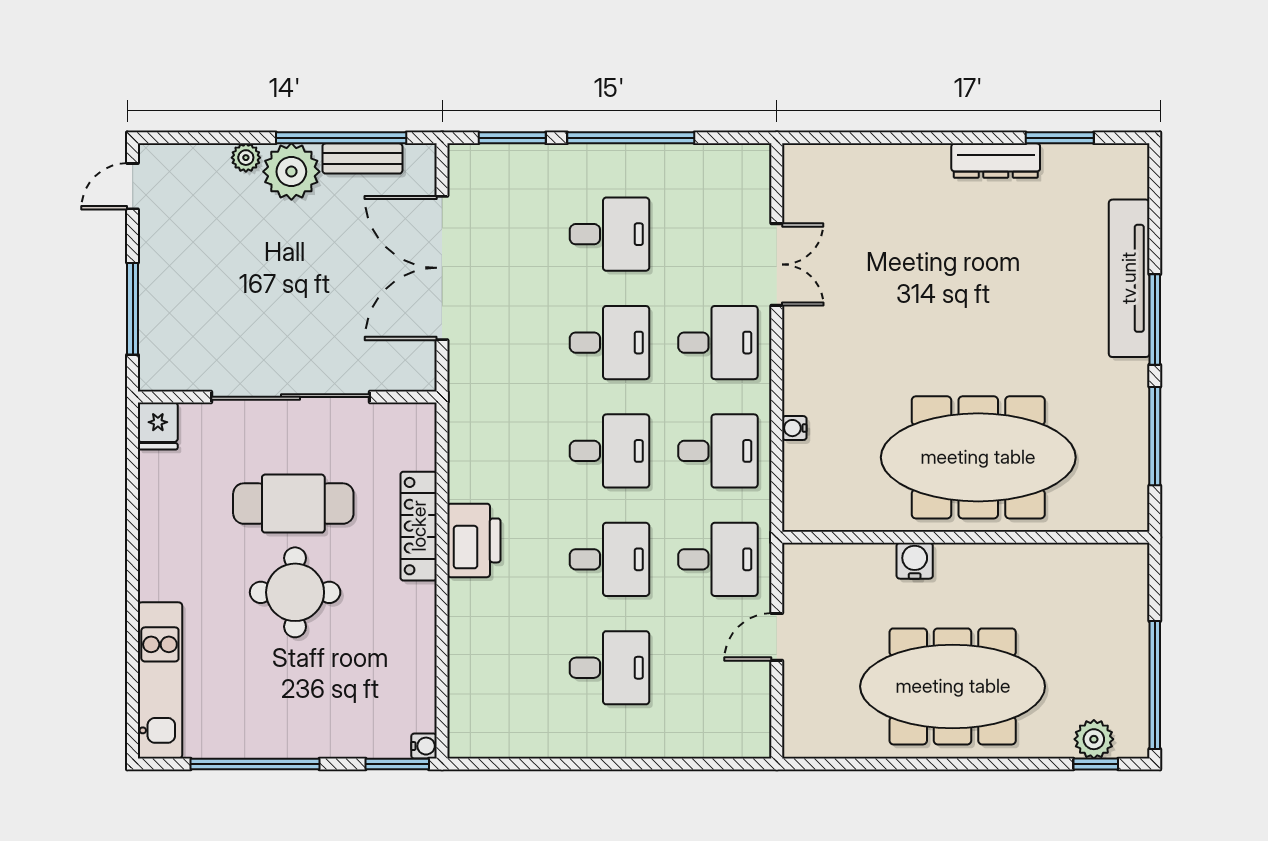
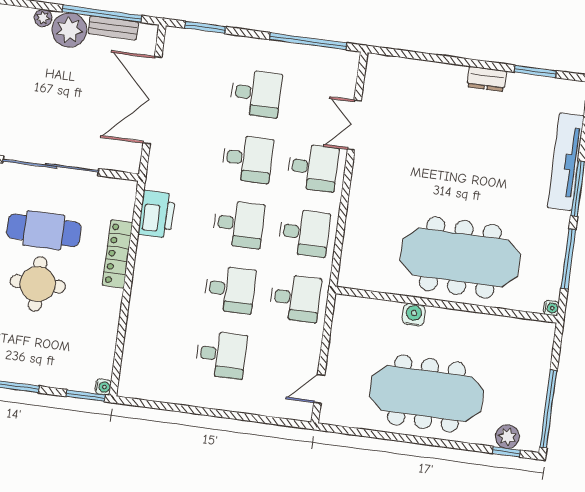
window: (631, 138) -> (308, 41), moved
dresser: (996, 161) -> (487, 79), width x0.70
double door: (777, 264) -> (354, 125), swing flipped
water cooler: (794, 428) -> (551, 308), moved, turned 180
printer: (474, 540) -> (157, 214), moved
door: (777, 637) -> (319, 389), moved

